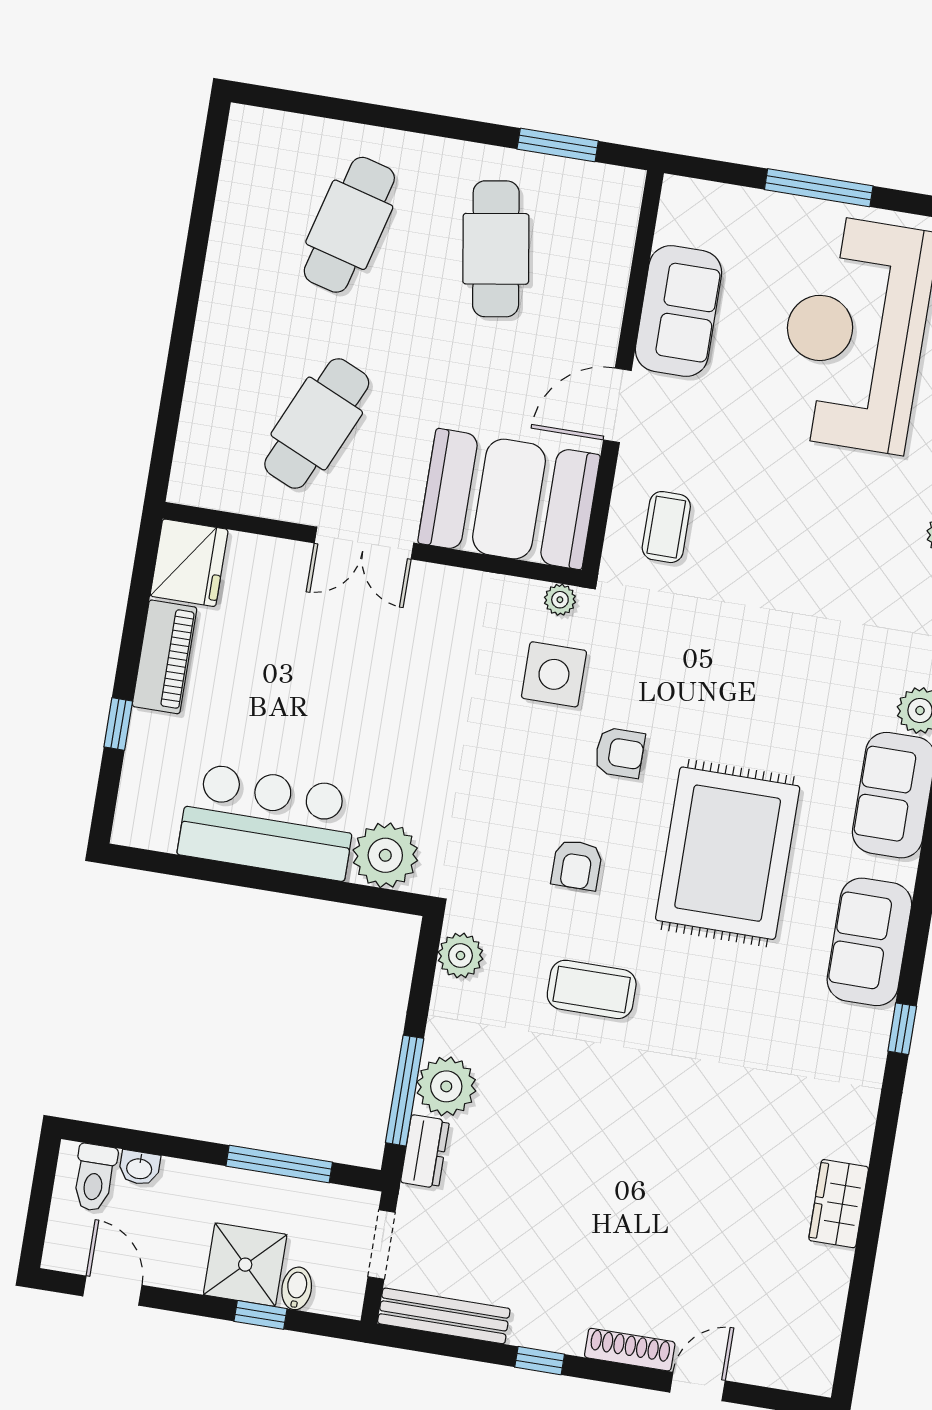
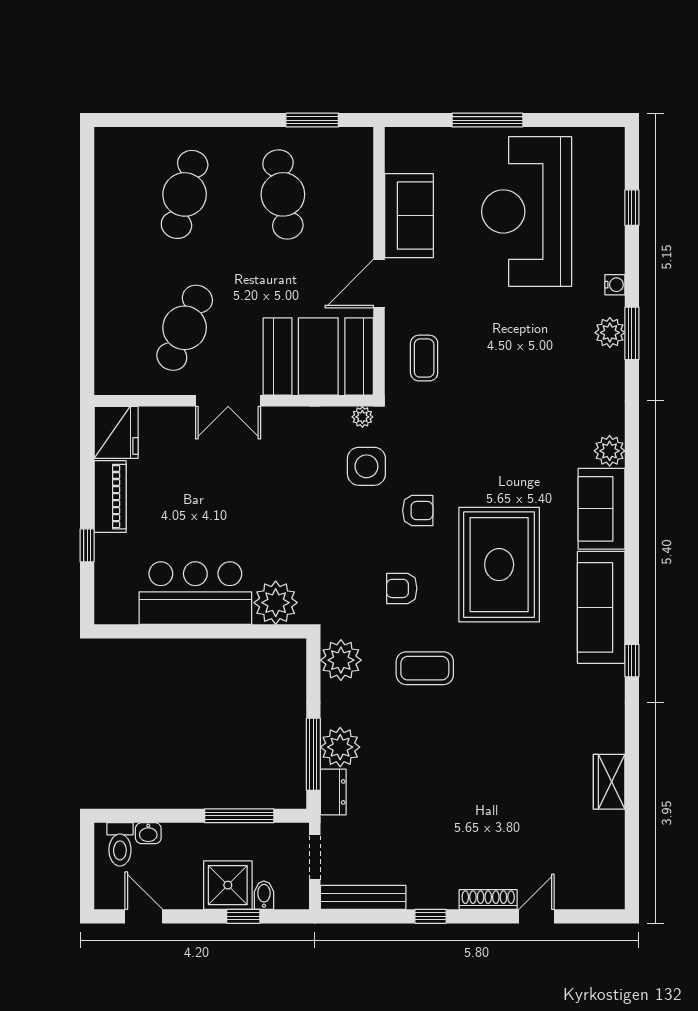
armchair: (577, 865) -> (402, 588), turned 90
sofa: (869, 942) -> (601, 607), width x1.36
plant: (460, 956) -> (341, 660), width x1.36, depth x1.36

